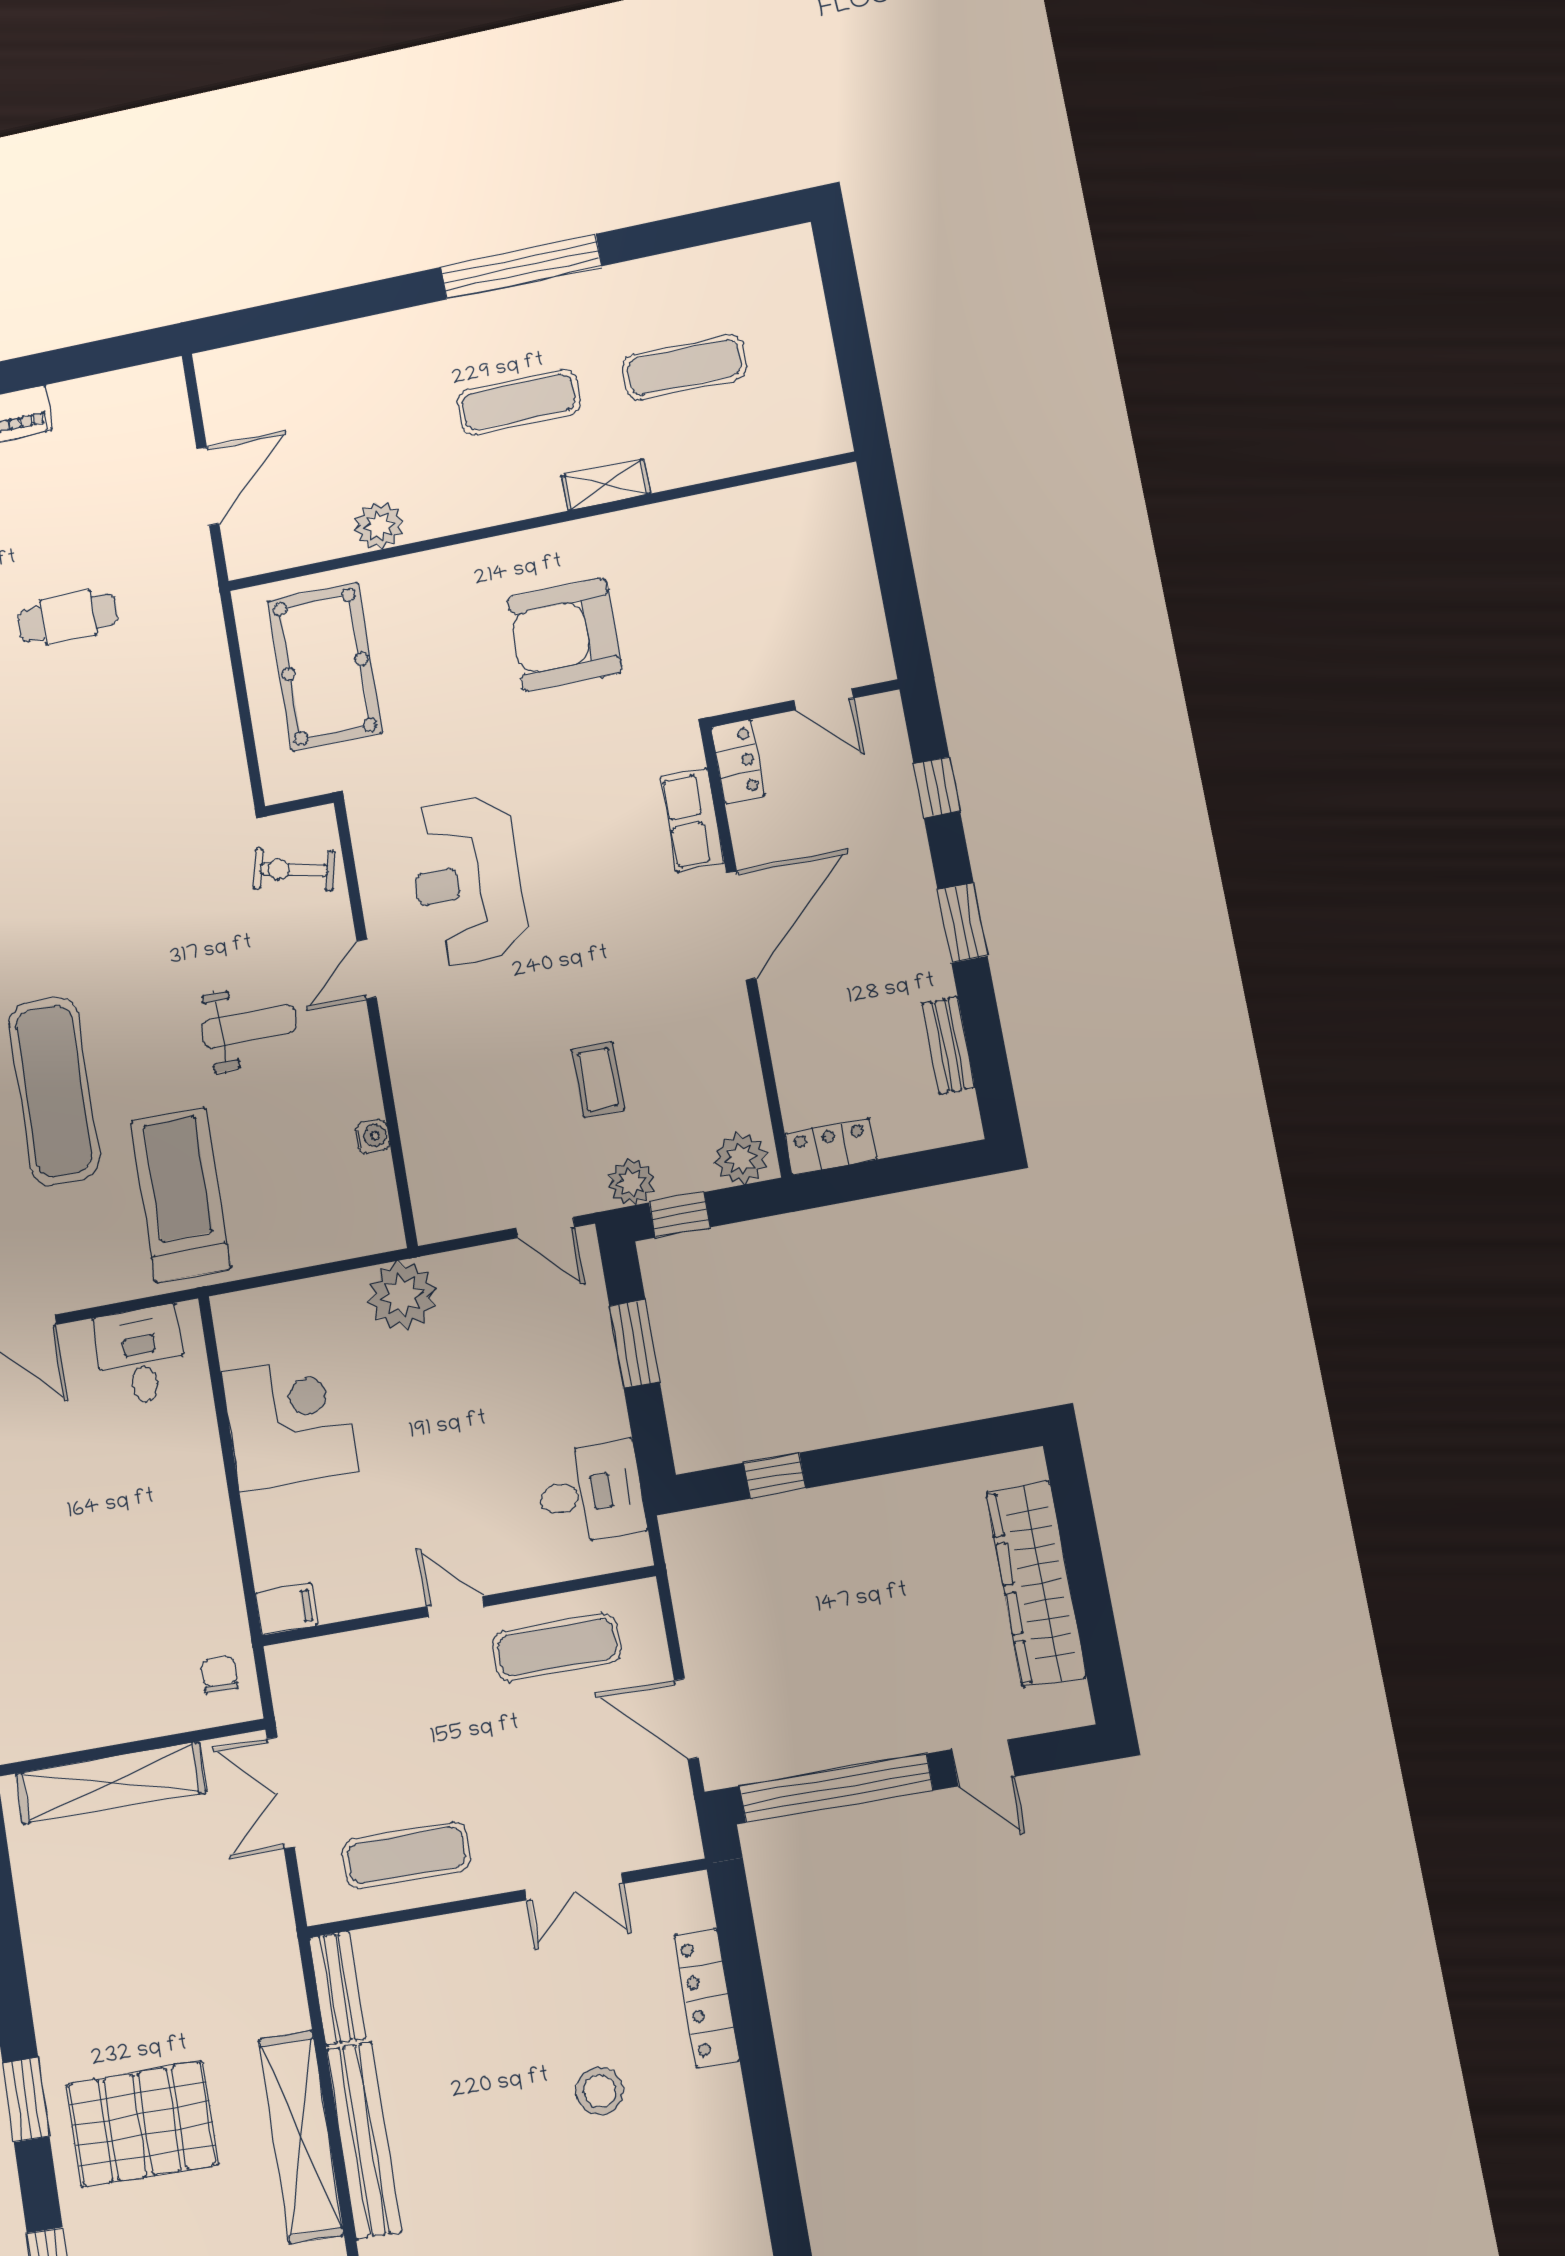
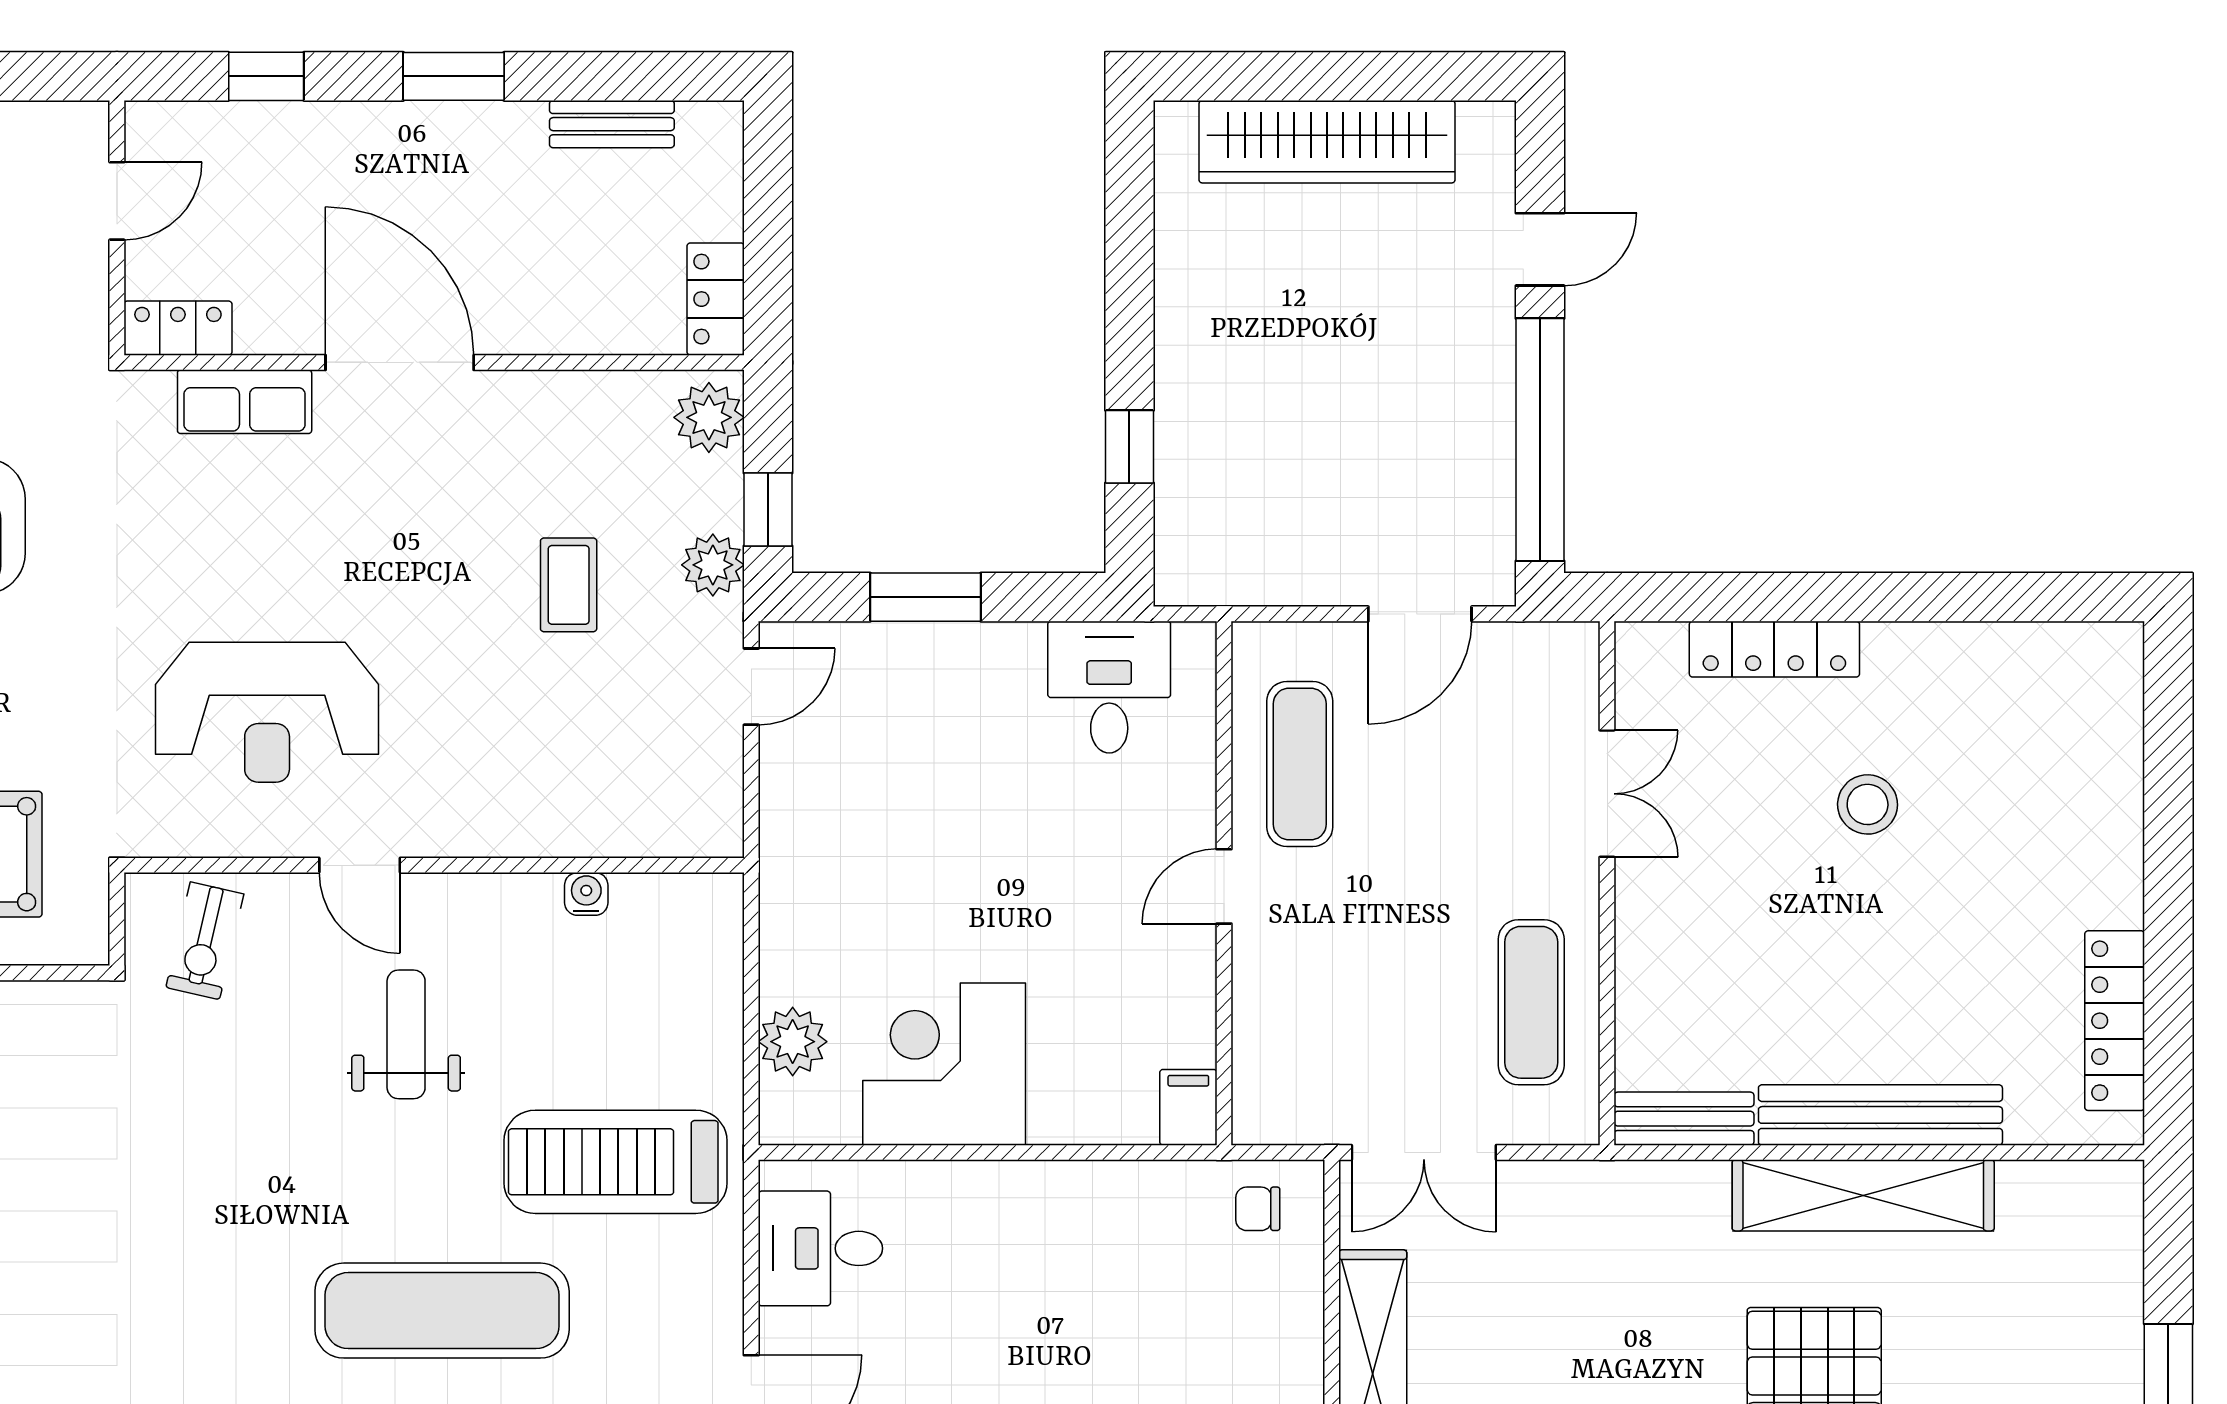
coffee table: (598, 1080) -> (569, 585), turned 90
plant: (402, 1295) -> (793, 1042), moved, width x0.73, depth x0.73

